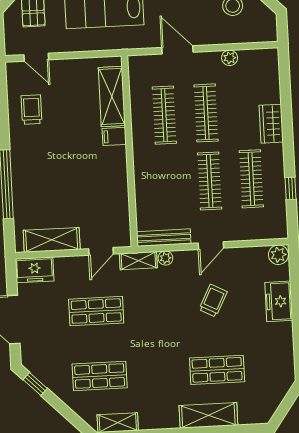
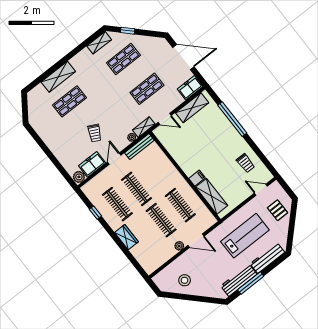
plant: (230, 58) -> (179, 246), moved
door: (101, 251) -> (165, 119), swing flipped
freezer: (279, 301) -> (92, 164), moved, turned -90
window: (35, 384) -> (128, 31), moved

